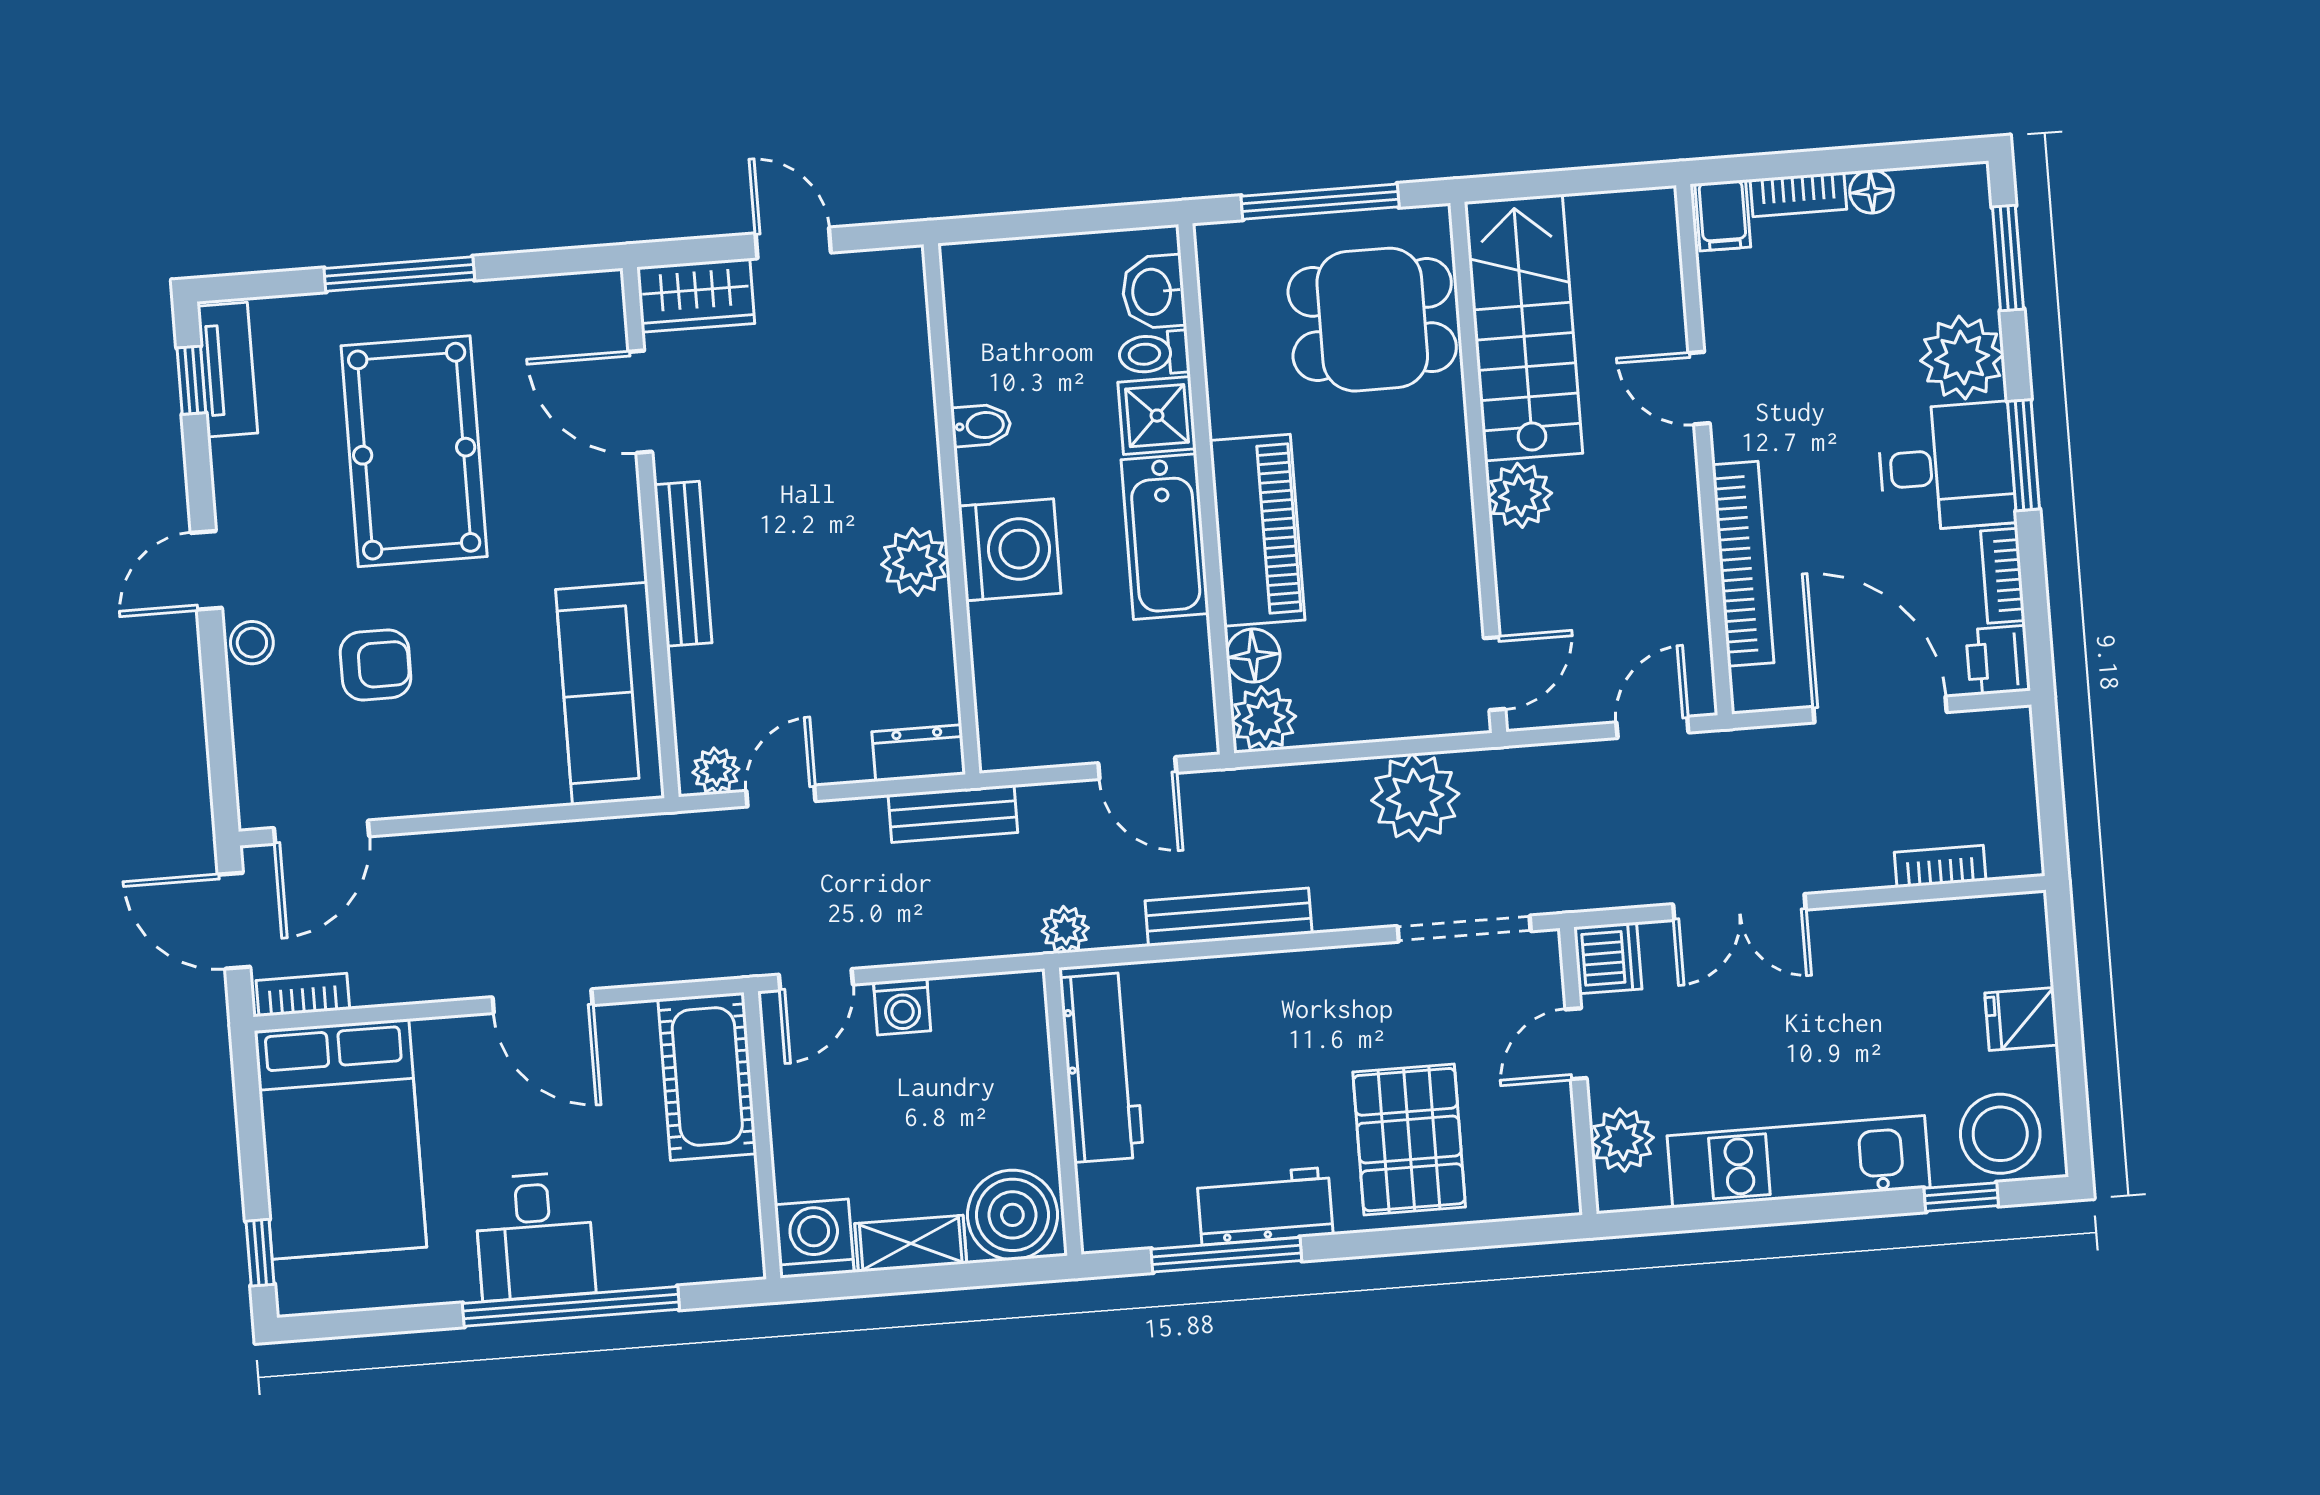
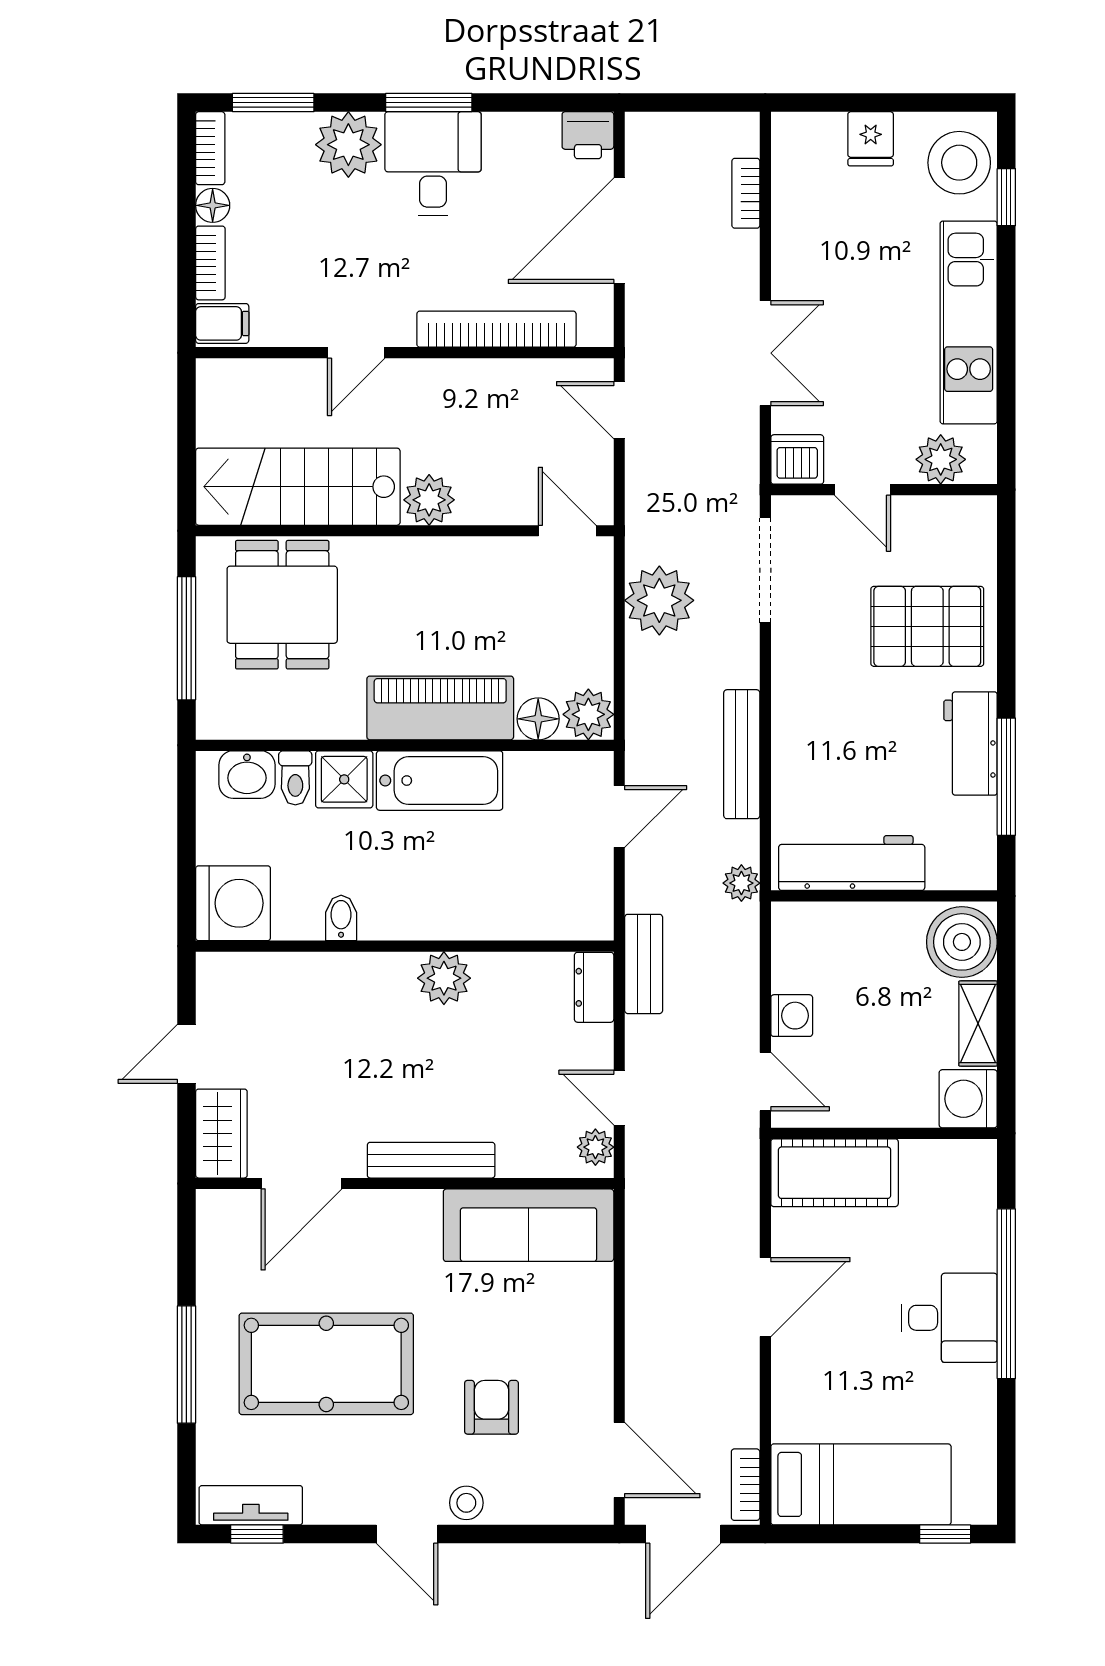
washing machine: (1010, 550) -> (233, 903), moved, turned 90
bookcase: (2003, 576) -> (210, 148), moved, turned -90
bed: (340, 1139) -> (861, 1484), width x0.67

